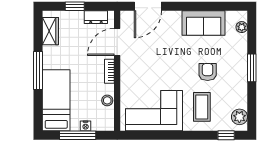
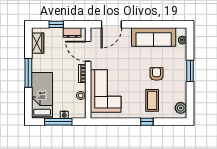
sofa: (204, 23) -> (154, 37), width x1.36
door: (117, 42) -> (88, 51), hinge flipped
corner sofa: (154, 111) -> (106, 91), moved, turned 90
window: (226, 135) -> (147, 122), moved

